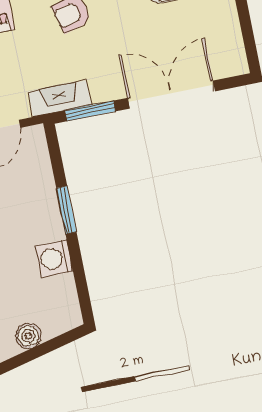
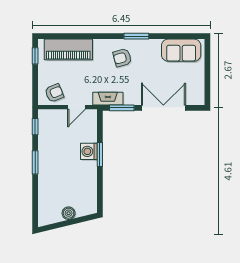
washing machine: (54, 259) -> (89, 151), moved

